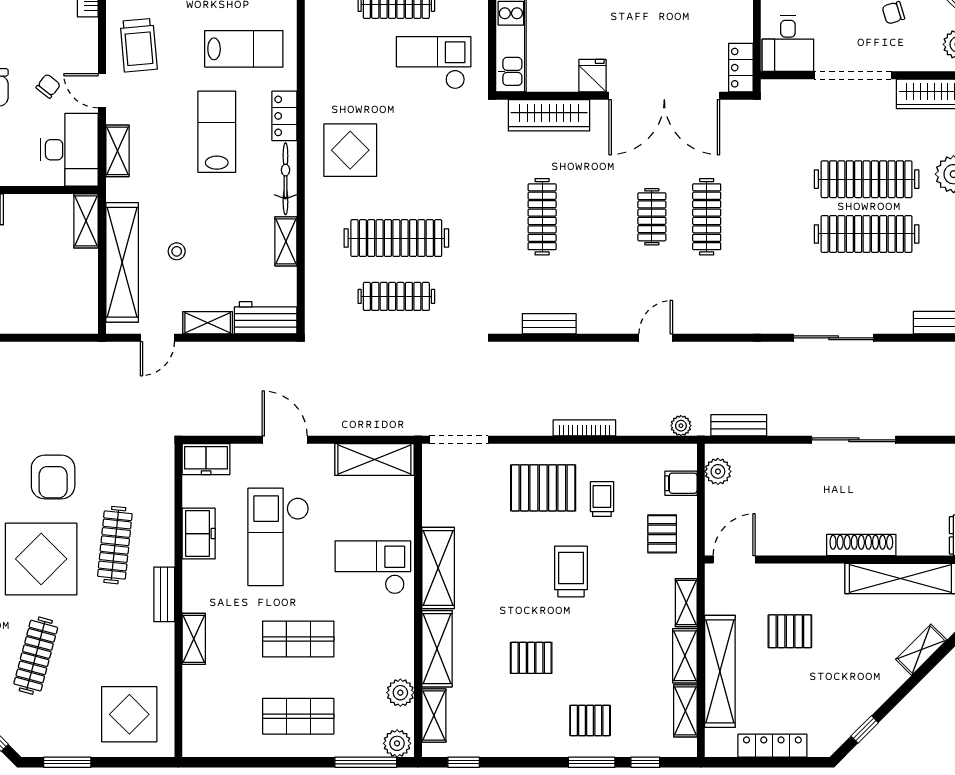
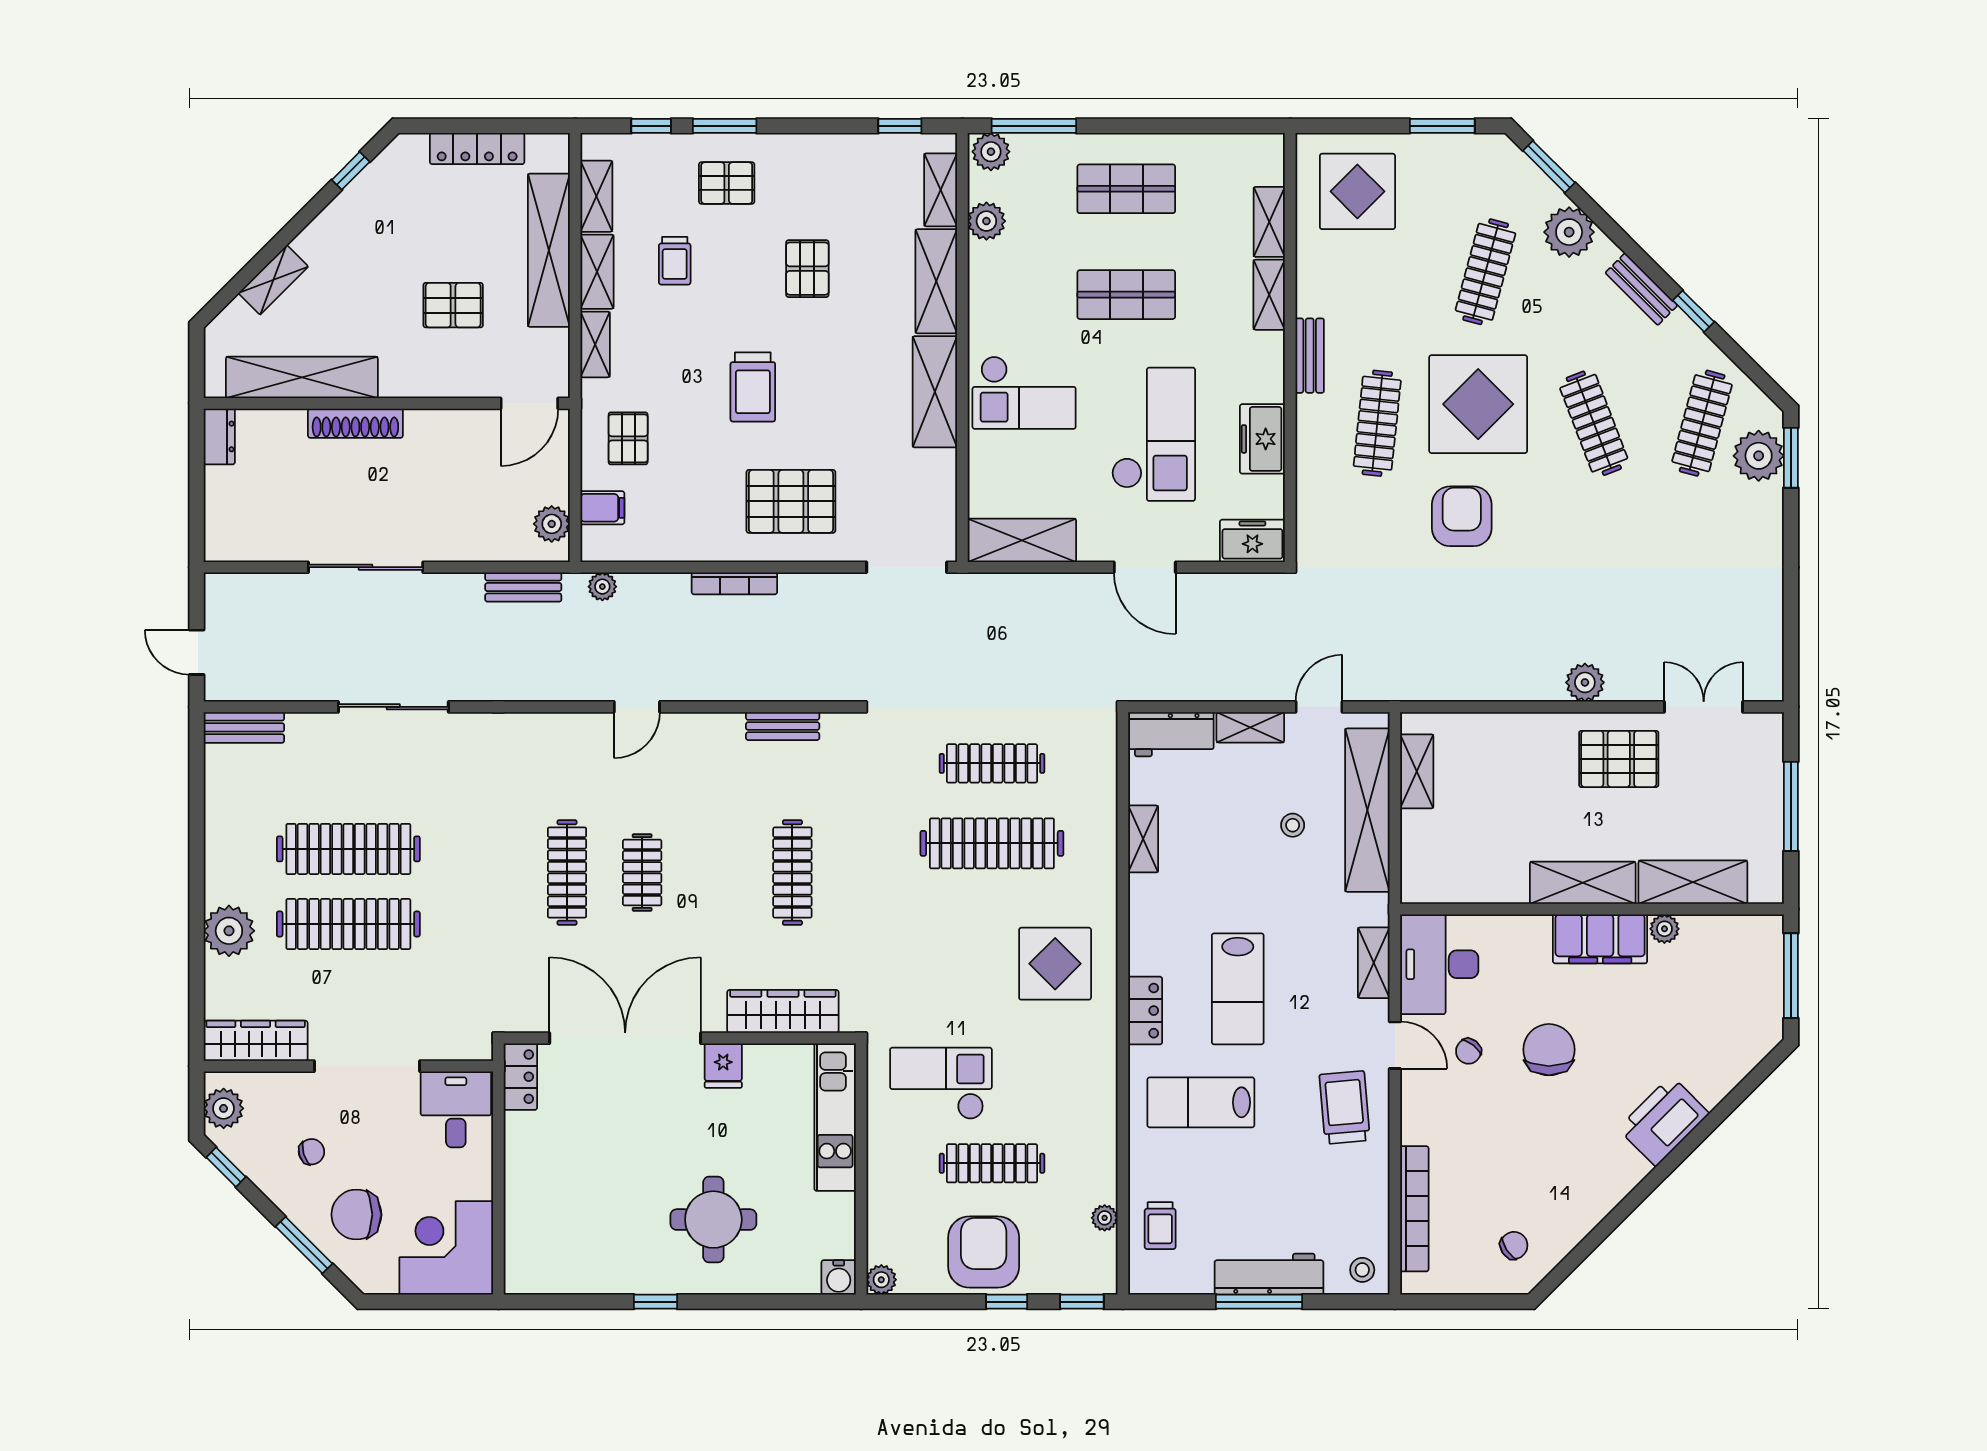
checkout: (434, 63) -> (941, 1083), turned 180
bicycle: (285, 179) -> (1144, 925), removed
shelving: (86, 221) -> (1417, 771), moved
trolley: (602, 499) -> (675, 261), moved
pallet: (531, 658) -> (807, 269), turned 90
shelving: (194, 692) -> (1269, 222), added

